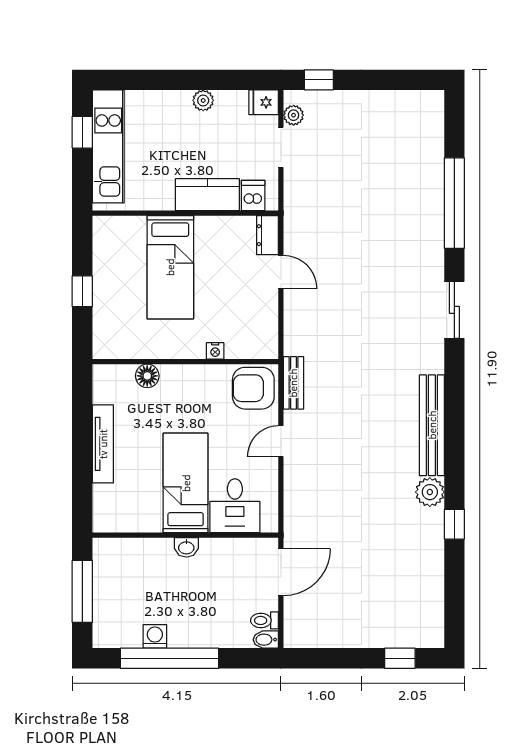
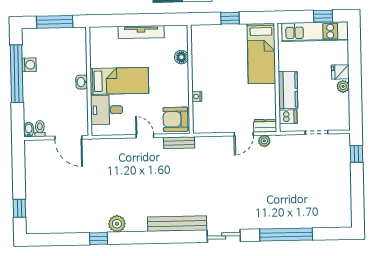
fridge: (264, 102) -> (340, 72), moved, turned -90
plant: (294, 115) -> (264, 141), moved
bed: (170, 267) -> (261, 53), moved, turned -90
armchair: (253, 388) -> (175, 119), turned -90
bench: (432, 425) -> (177, 224), moved

